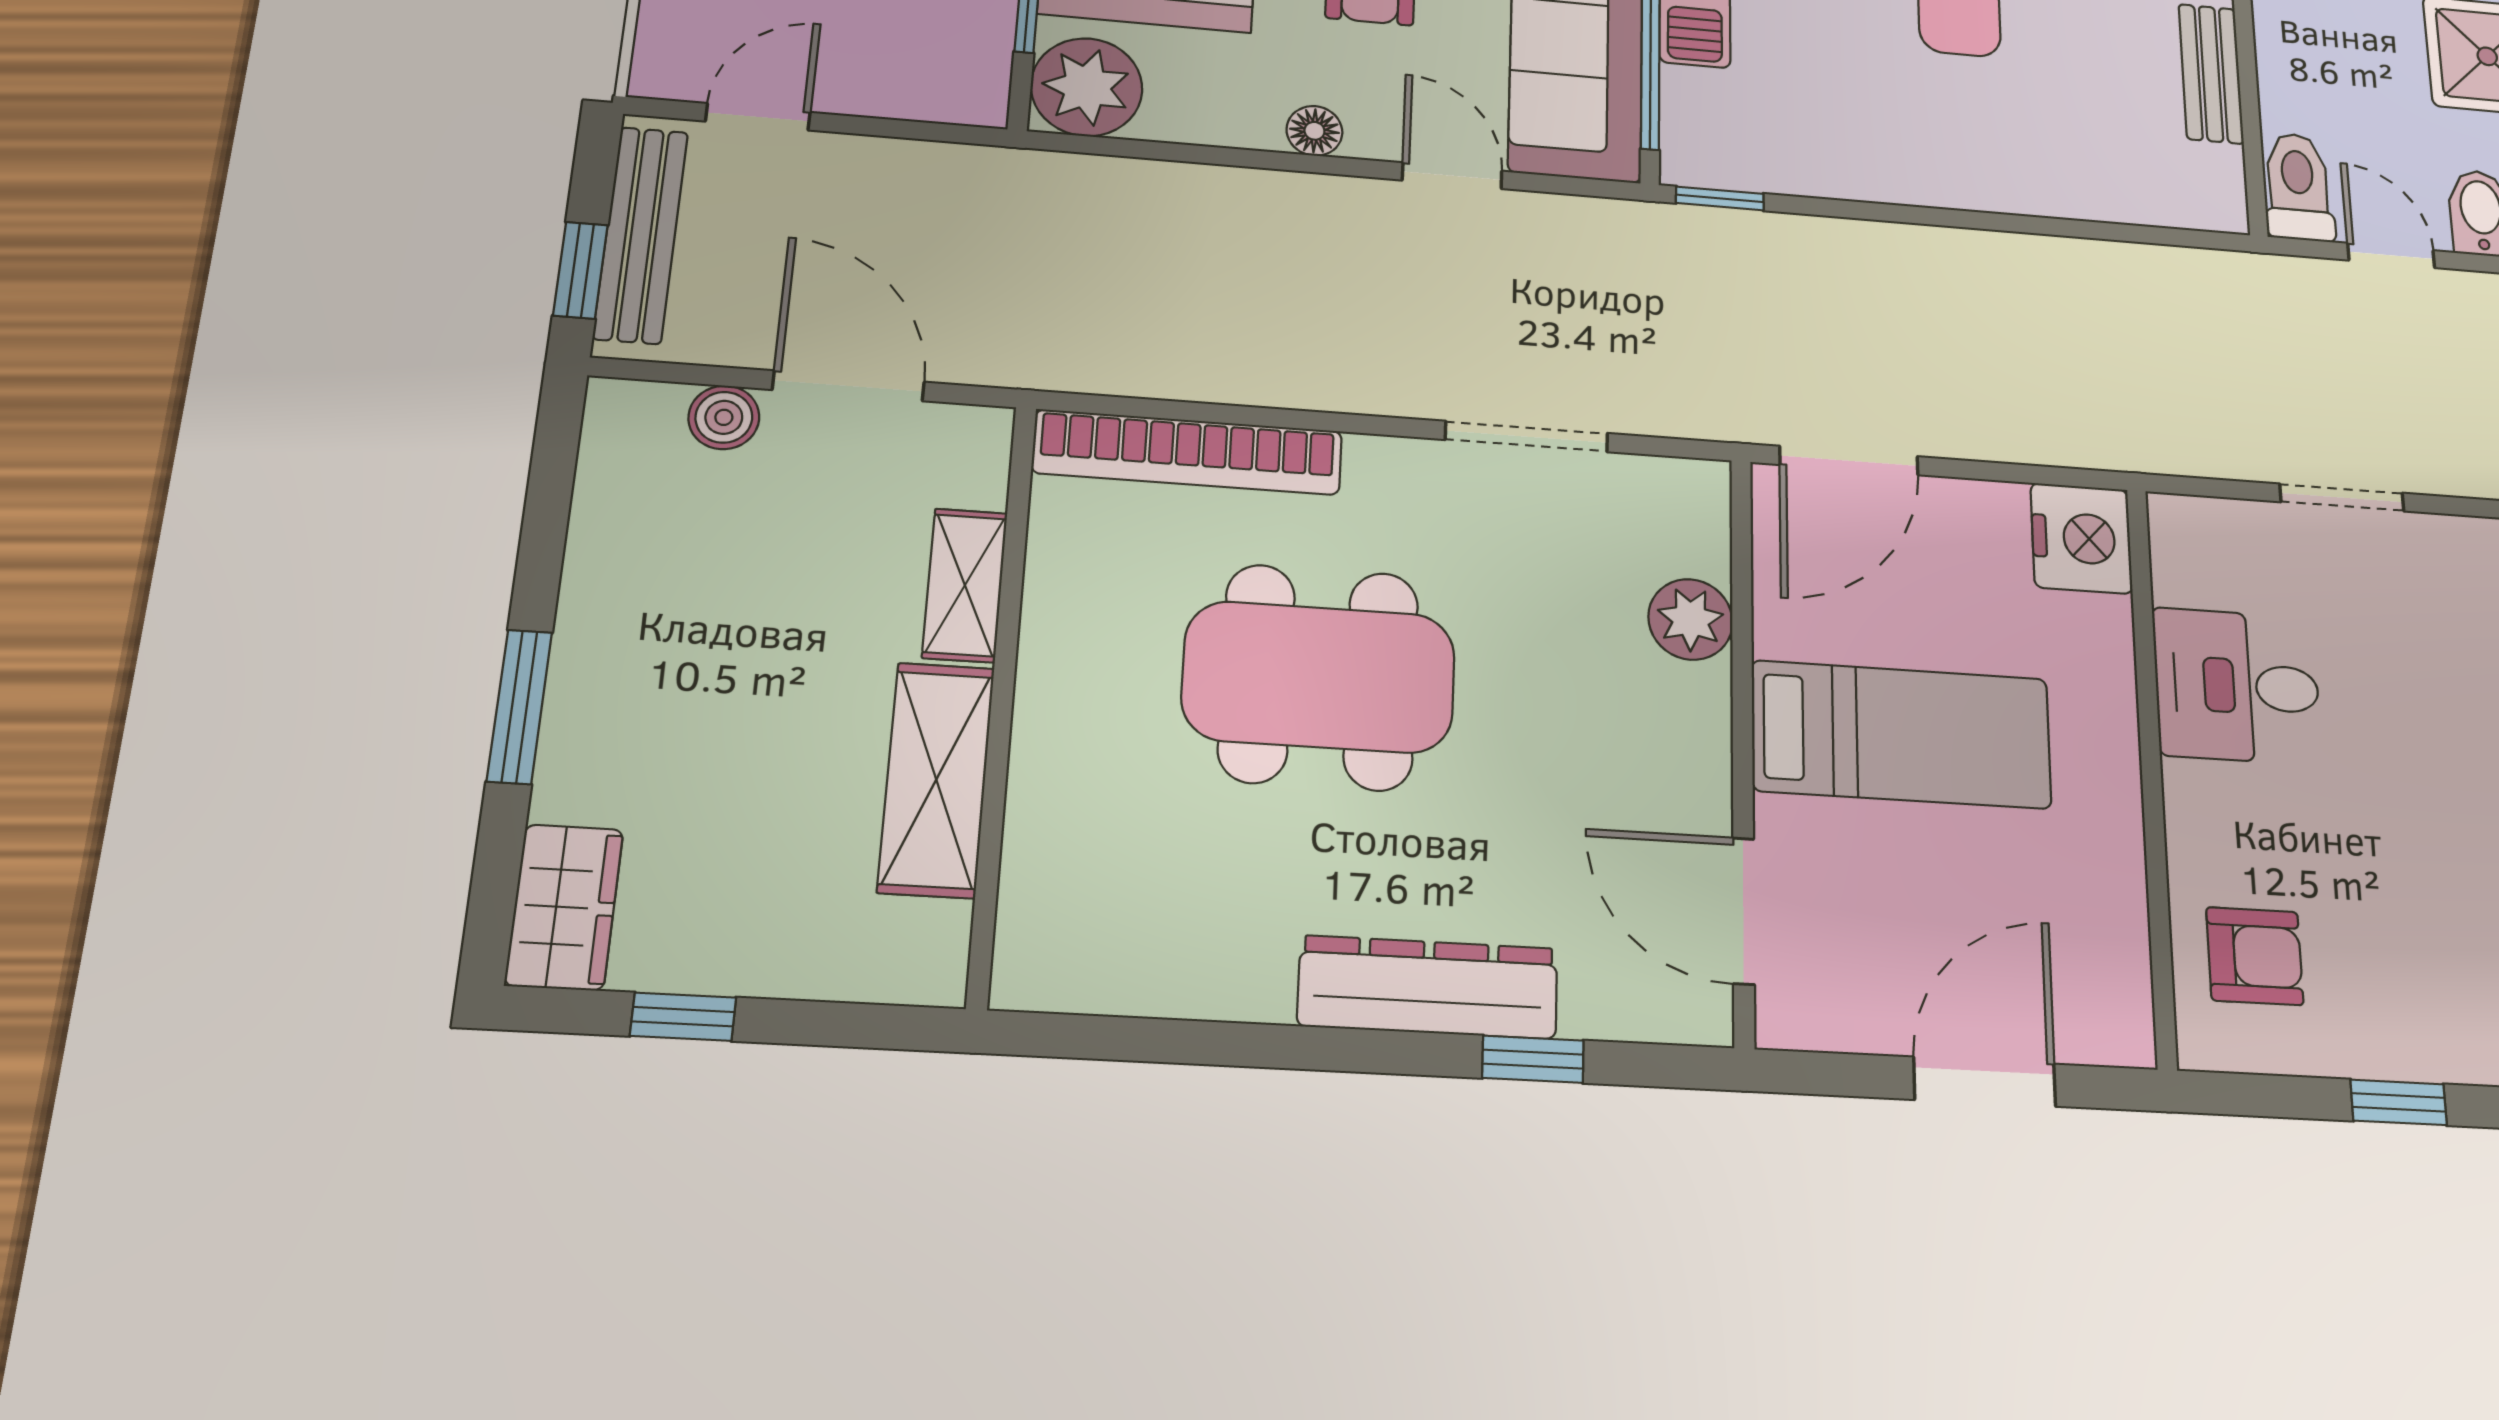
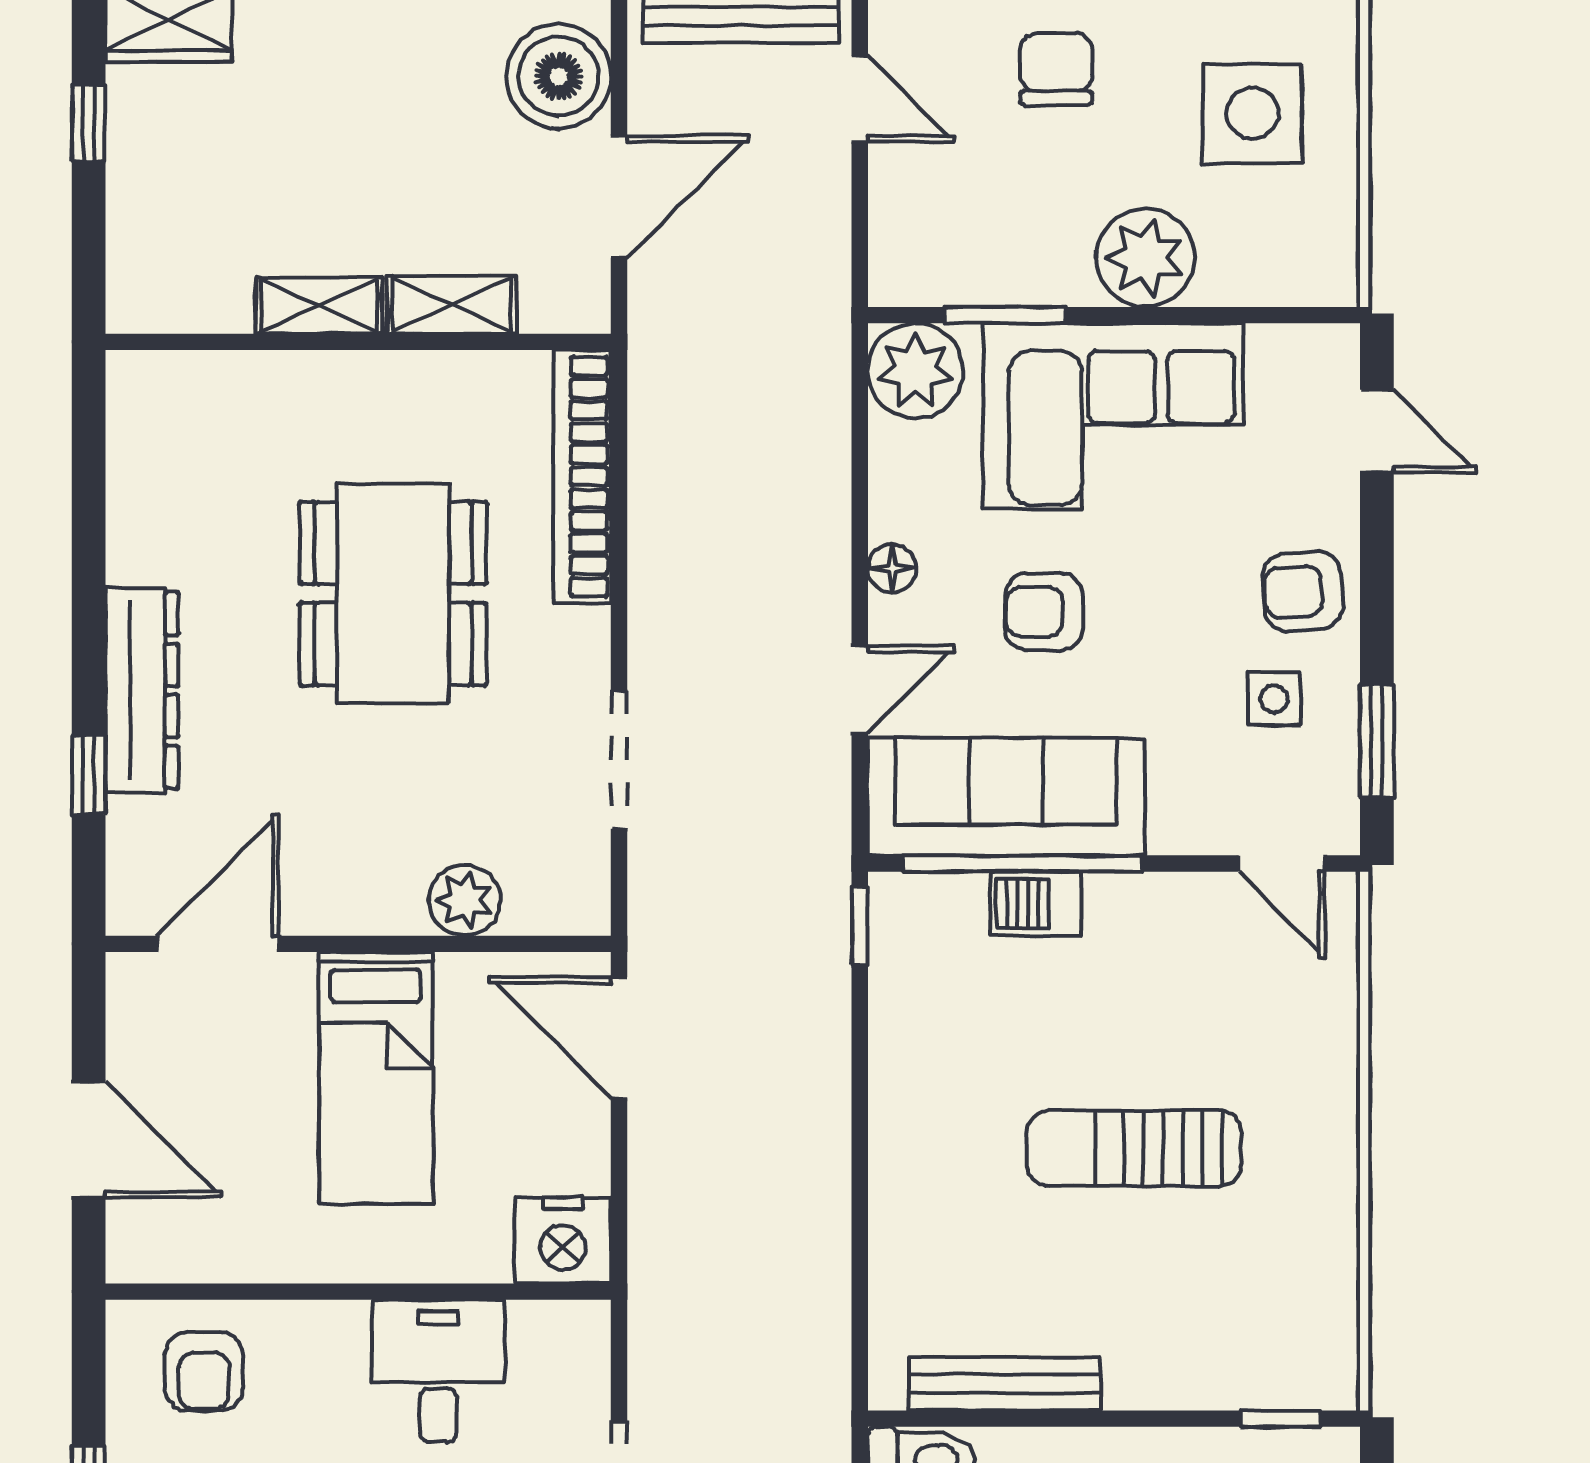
bench: (2211, 74) -> (1005, 1384), width x1.36
boiler: (724, 417) -> (559, 76), width x1.86, depth x1.86
shelving: (936, 780) -> (319, 305), width x0.67, depth x0.75

